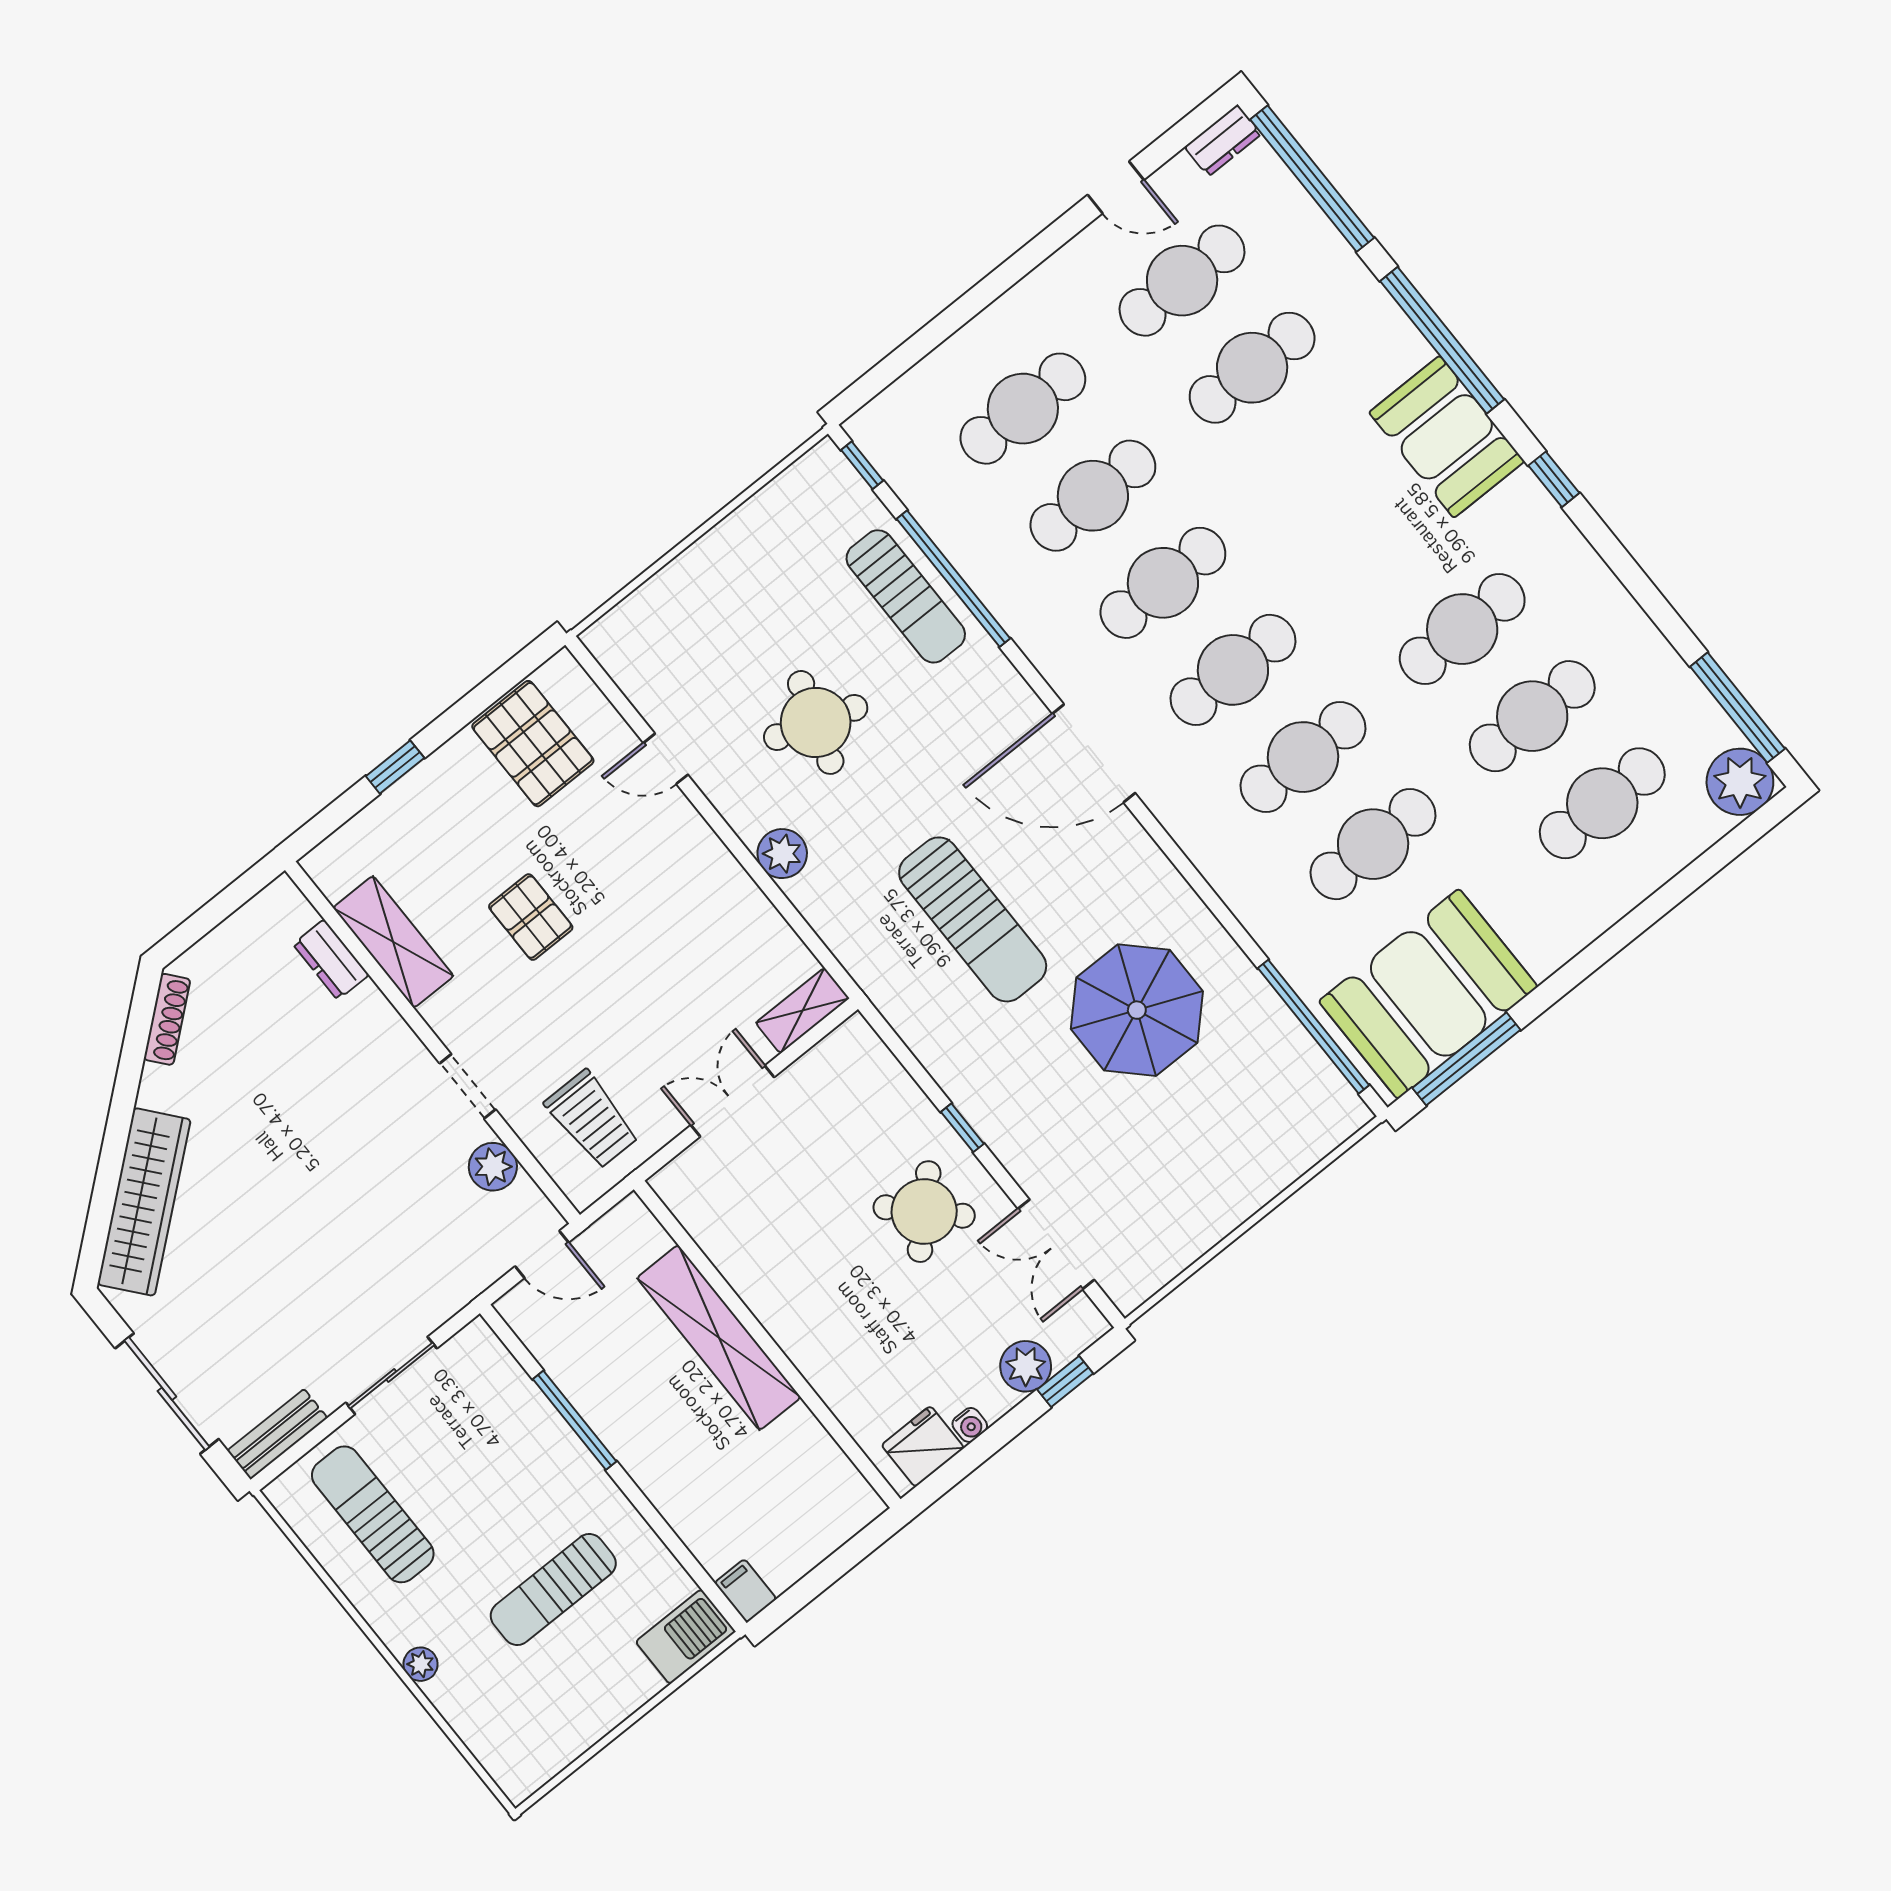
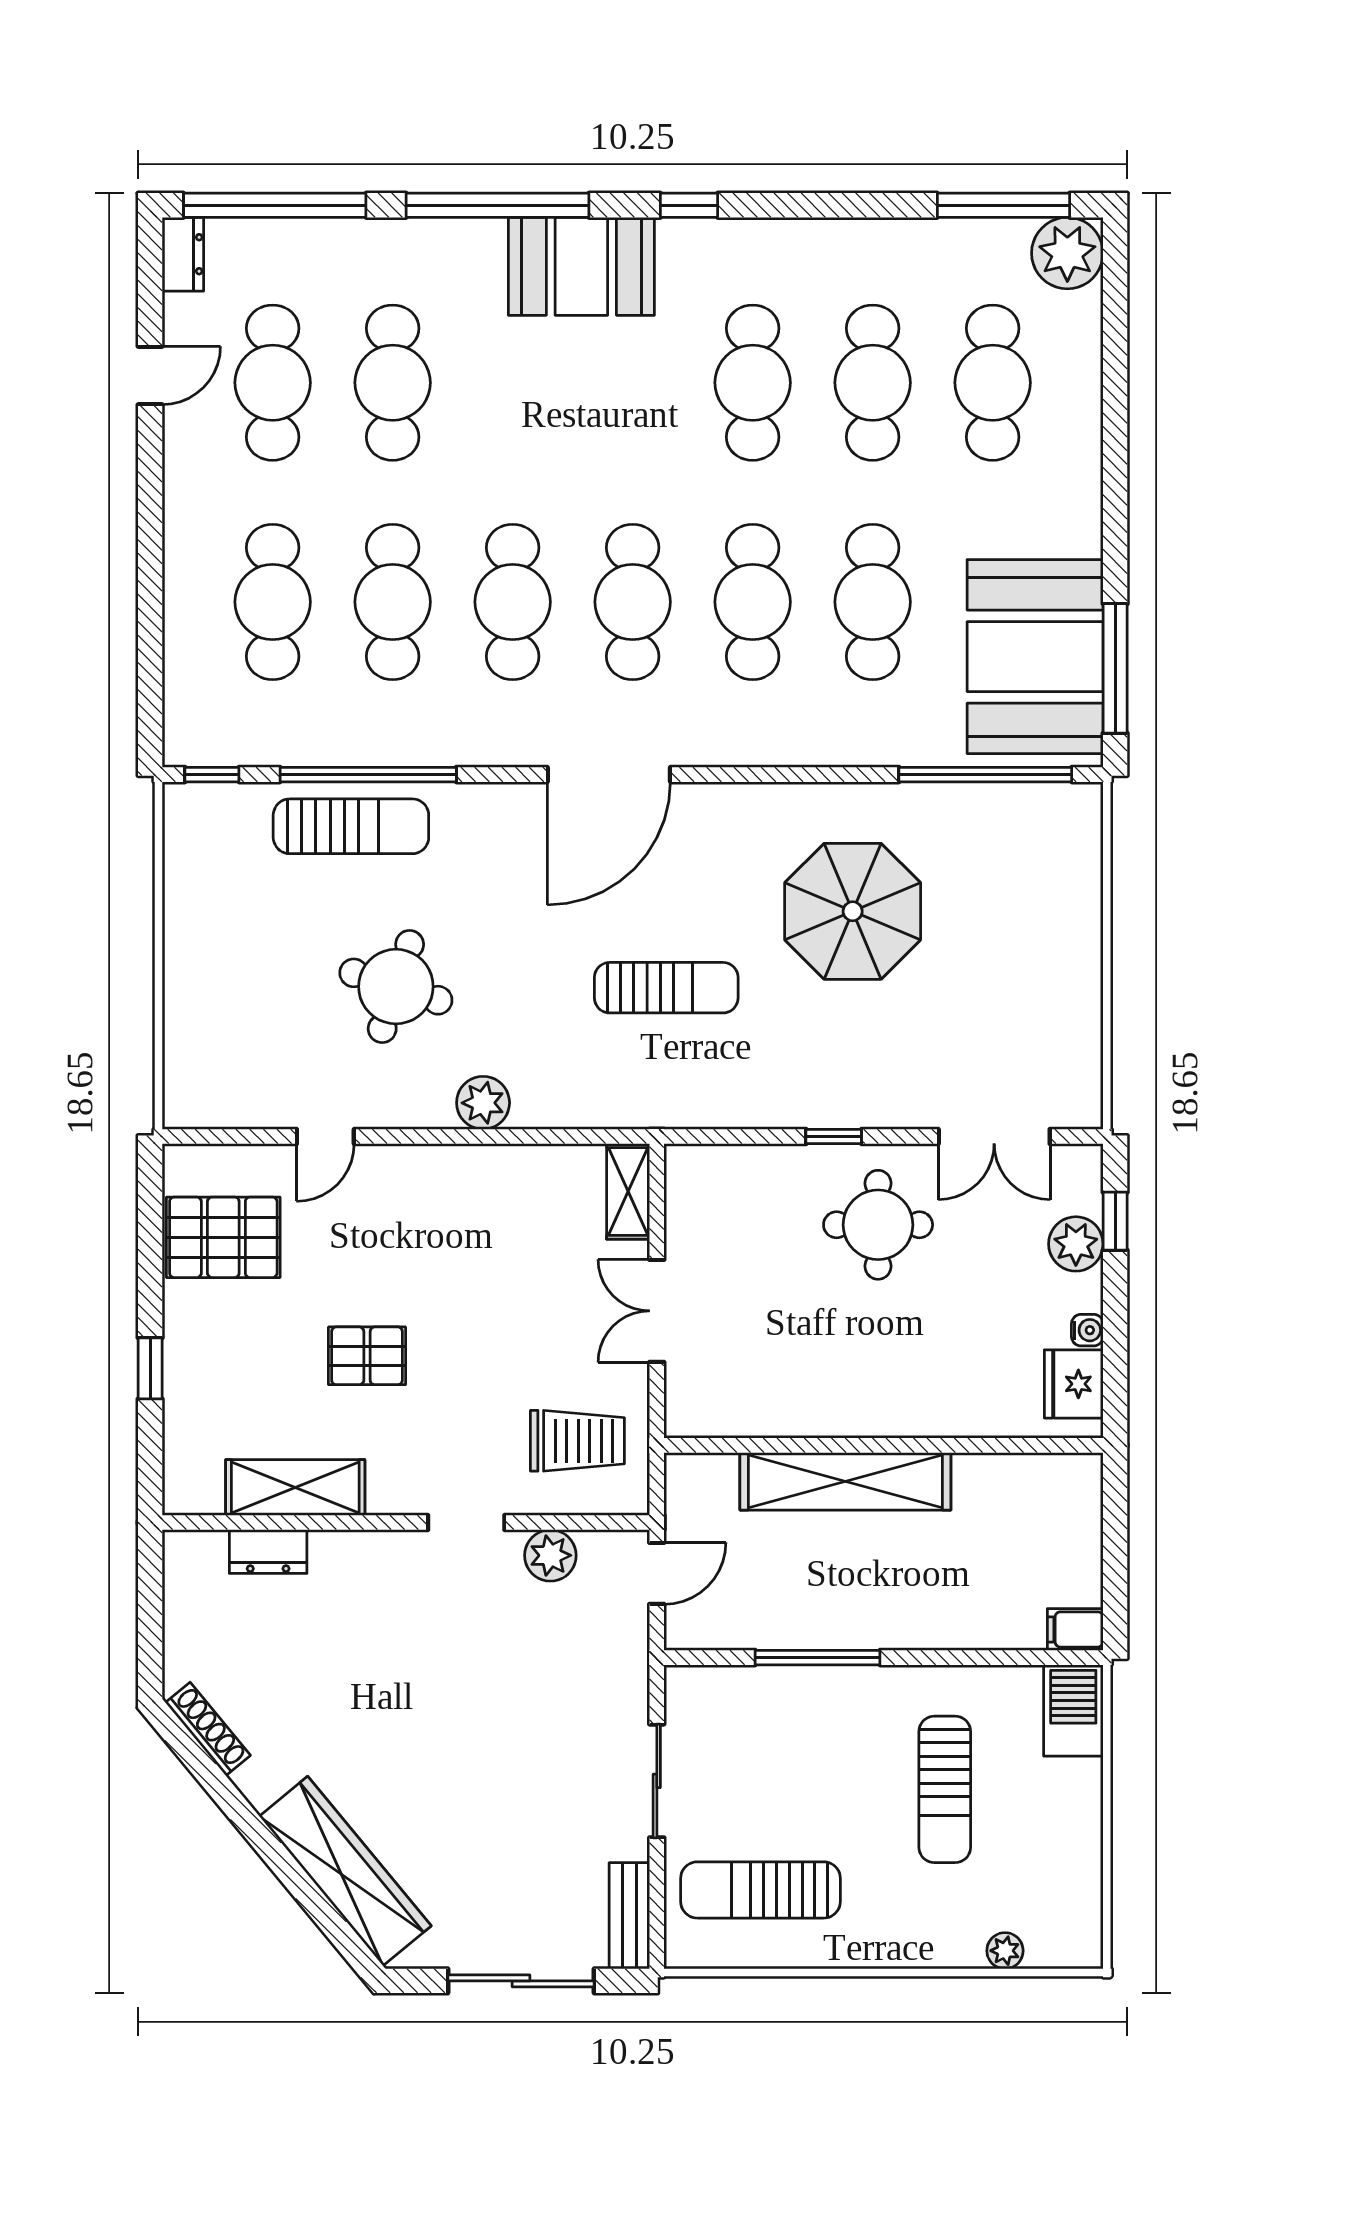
sun lounger: (973, 919) -> (666, 988), width x0.73, depth x0.75
round table: (924, 1212) -> (878, 1225), turned 45
plant: (421, 1664) -> (1005, 1951), moved

